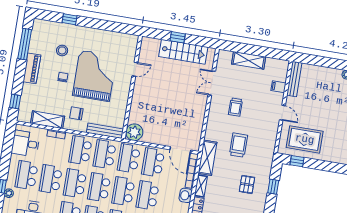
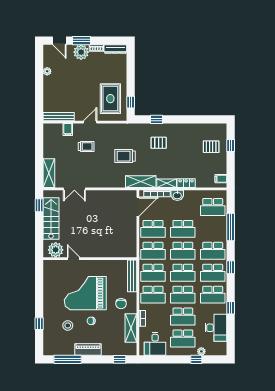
window: (178, 37) -> (39, 205), moved
shelving: (249, 60) -> (49, 173), moved
trolley: (235, 107) -> (86, 146), moved
plant: (134, 132) -> (56, 250), moved

